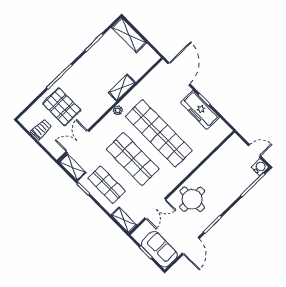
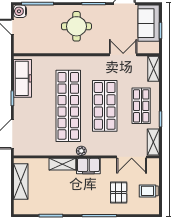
shelving: (129, 35) -> (21, 182), moved
filing cabinet: (102, 105) -> (88, 166), added
pallet: (62, 107) -> (119, 193), width x0.67, depth x0.71
freezer: (200, 110) -> (22, 78), moved
round table: (192, 199) -> (76, 26), moved

